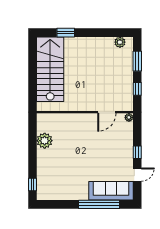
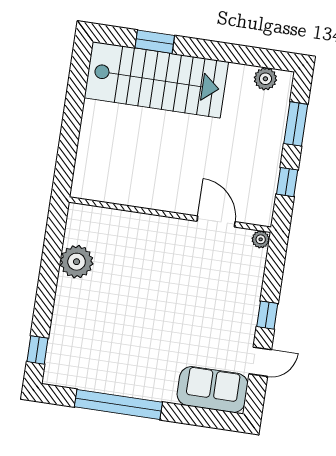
stairs: (50, 69) -> (156, 80), moved, turned 90
door: (107, 112) -> (216, 222), swing flipped
sofa: (111, 191) -> (212, 390), width x0.73
window: (99, 204) -> (118, 404), moved

